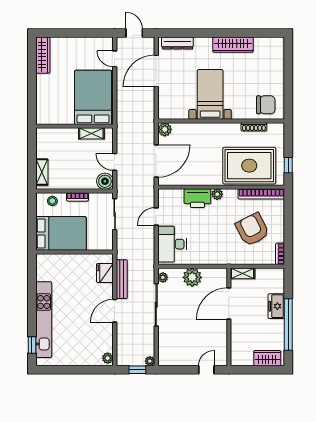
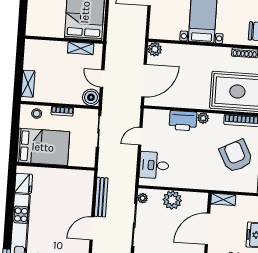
desk: (172, 244) -> (154, 165), width x0.73
fridge: (105, 273) -> (24, 183), moved, turned 180

